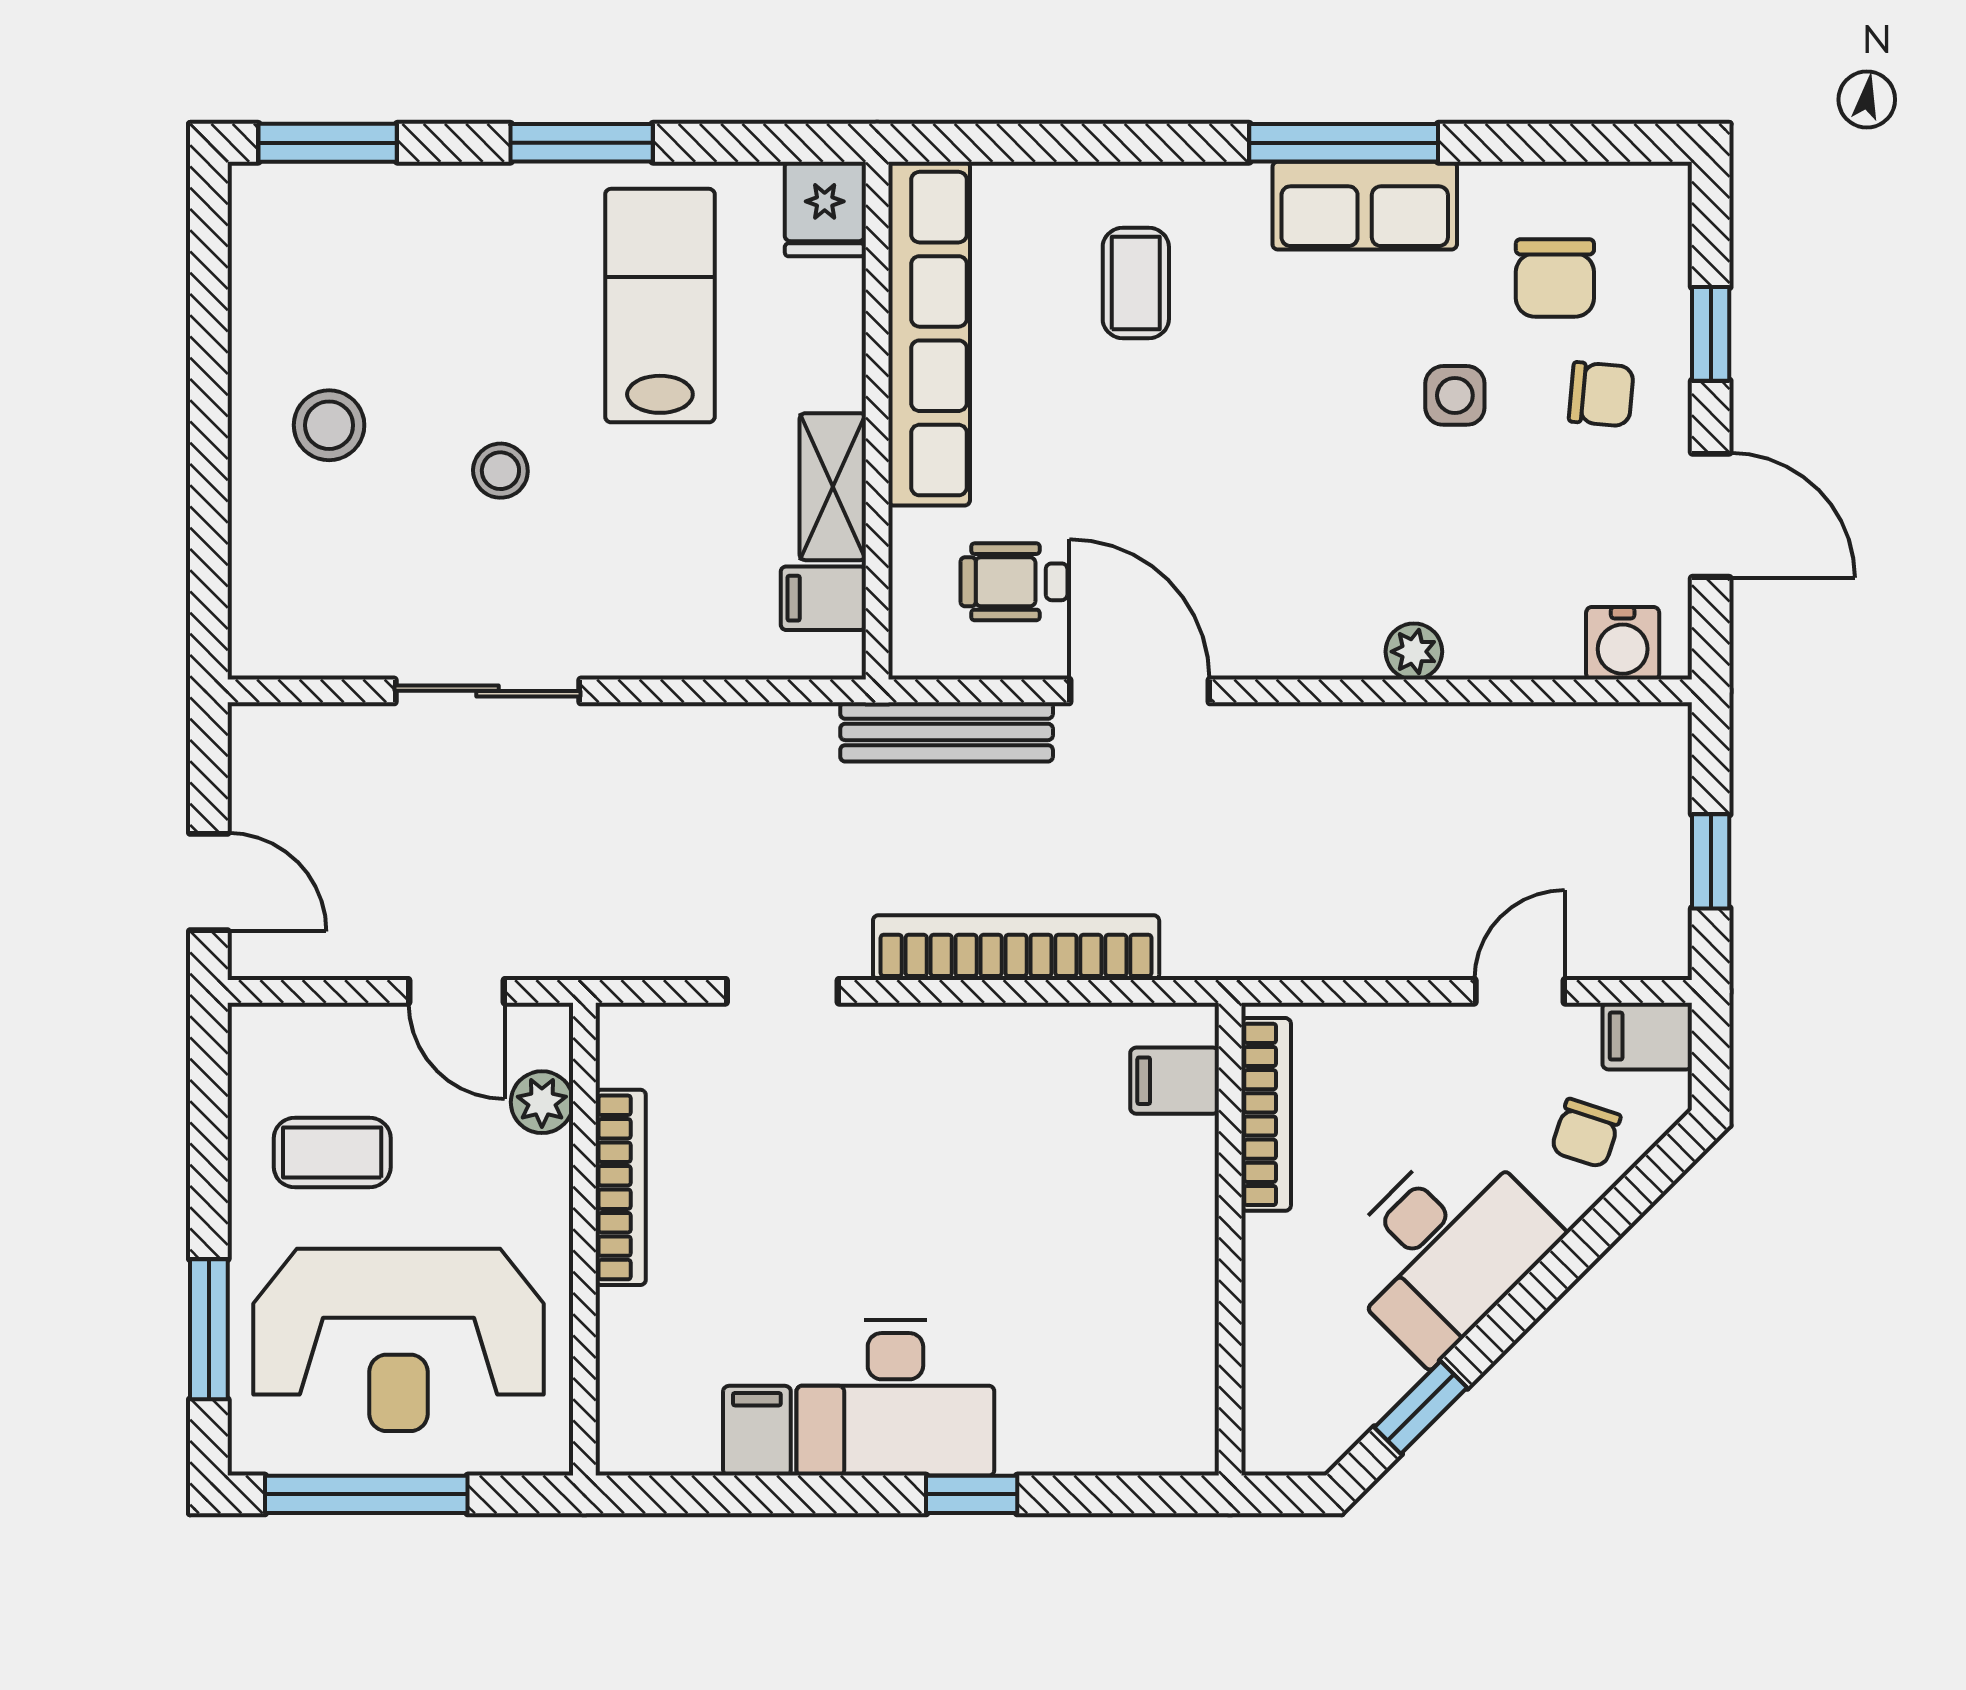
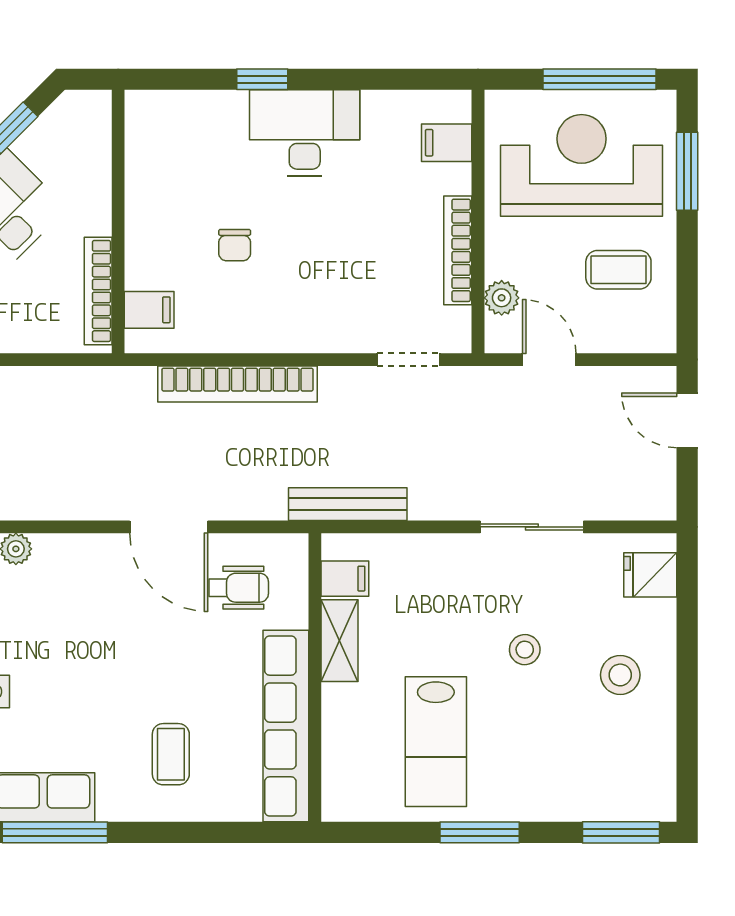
fridge: (825, 209) -> (650, 575), moved, turned -90
bench: (947, 732) -> (348, 504), moved
doorway: (782, 991) -> (408, 360), moved
chair: (1021, 1197) -> (235, 245), added
filing cabinet: (757, 1431) -> (447, 143), moved, turned 90

